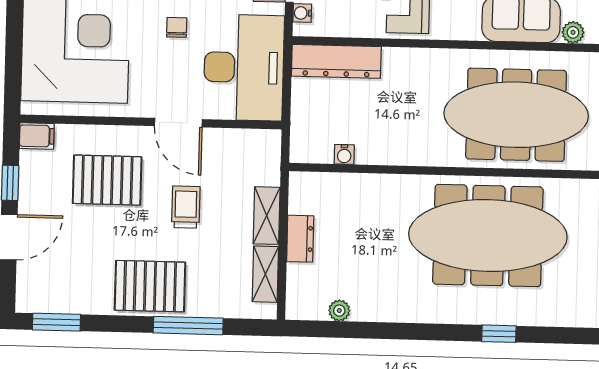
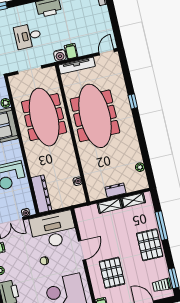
trolley: (186, 207) -> (162, 285), moved

